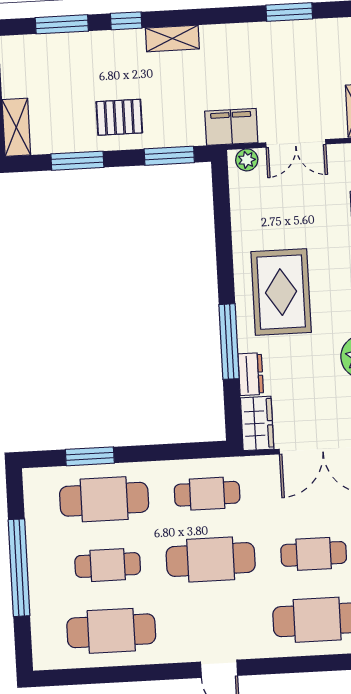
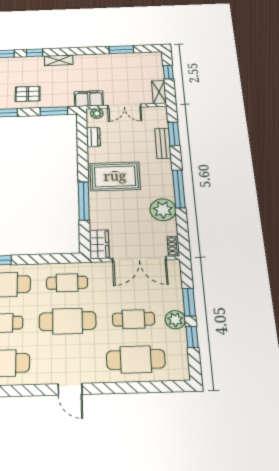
rug: (281, 292) -> (115, 176), turned 90
dresser: (251, 374) -> (93, 137), moved

